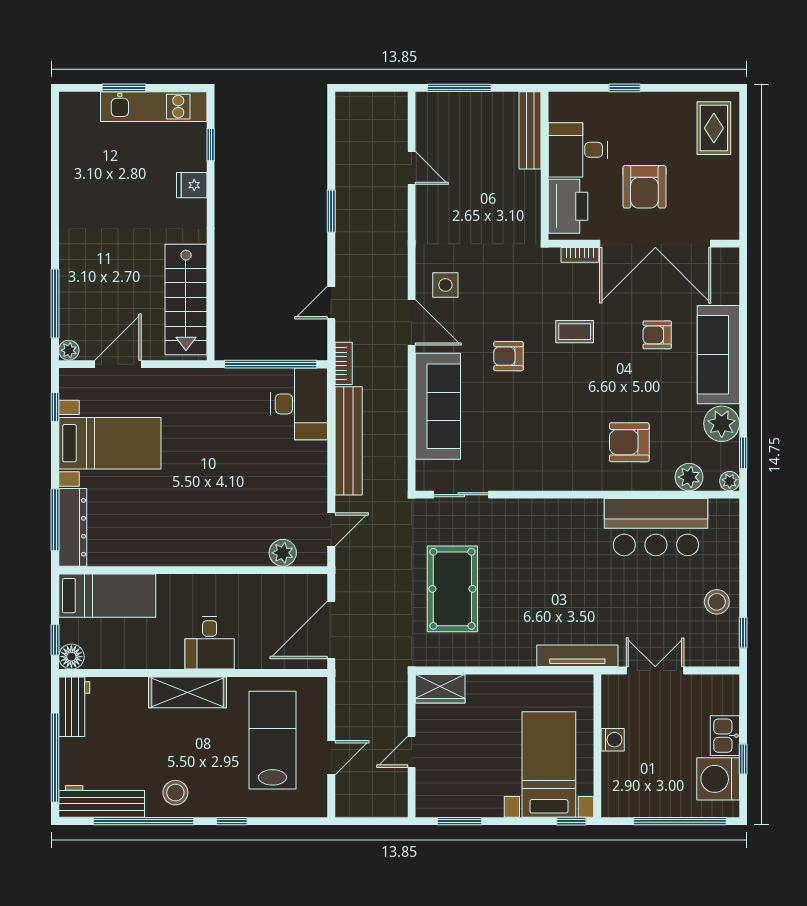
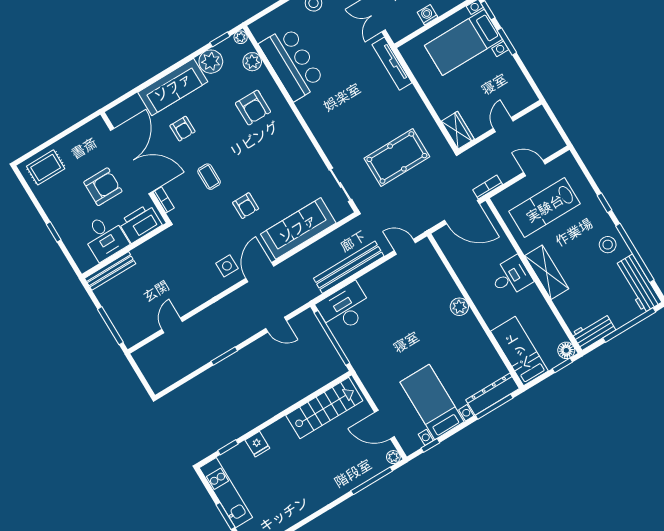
bookcase: (344, 363) -> (488, 187), moved
plant: (283, 553) -> (459, 307), moved
door: (412, 752) -> (503, 125), swing flipped
window: (459, 821) -> (507, 42), moved

